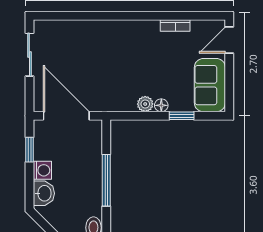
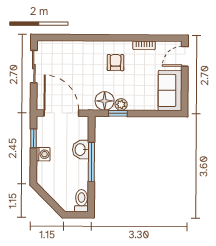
armchair: (138, 49) -> (116, 63), added
floor lamp: (161, 105) -> (105, 101), moved, width x1.89, depth x1.89
window: (182, 116) -> (118, 113), moved
washbasin: (44, 193) -> (81, 150), moved, turned 180

